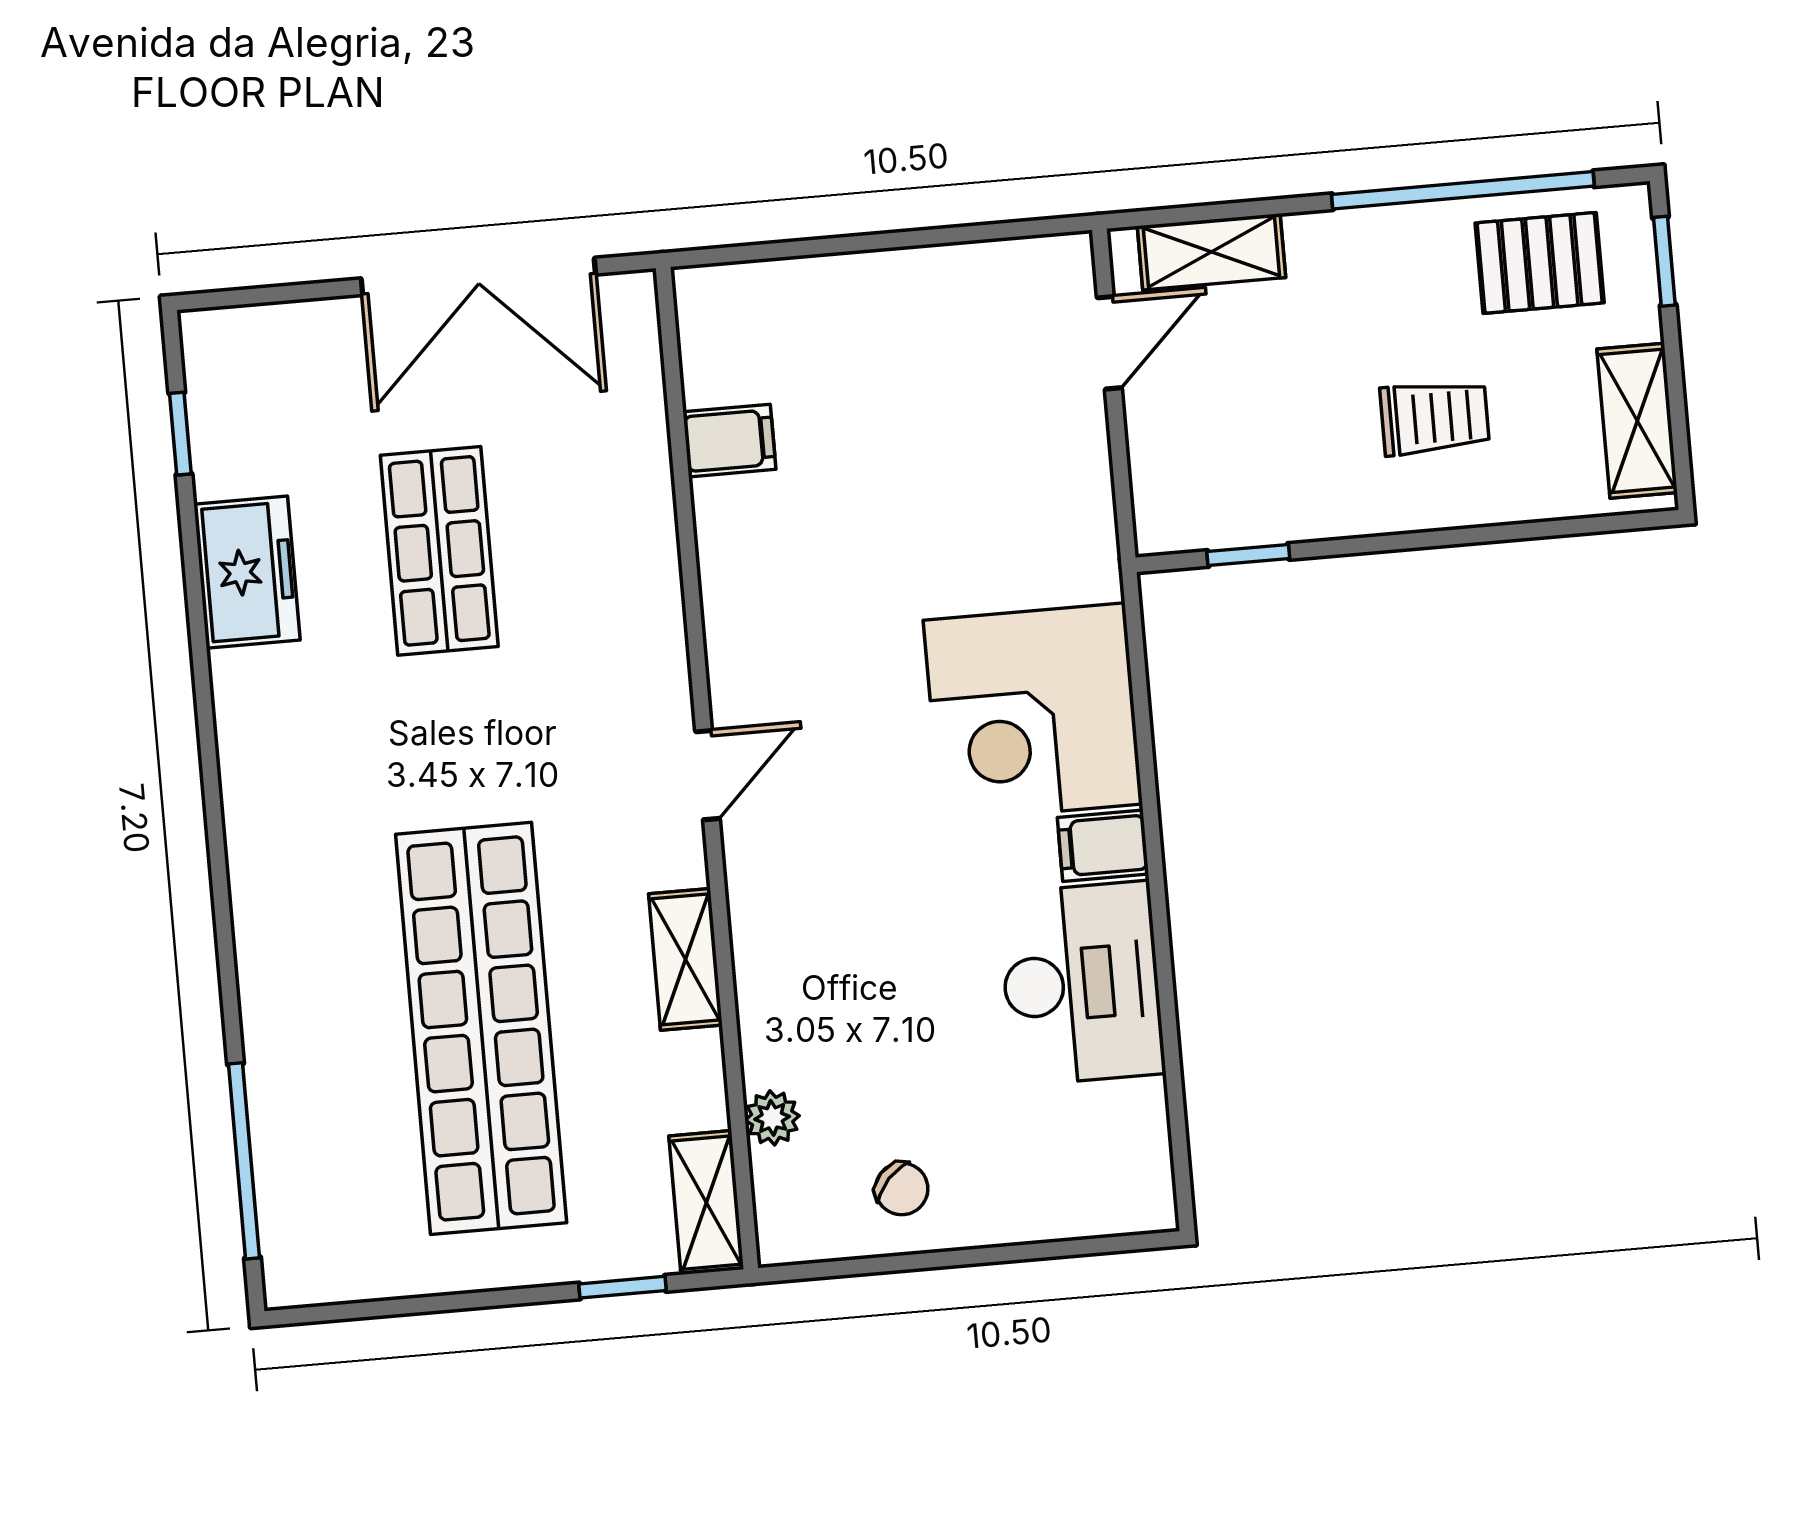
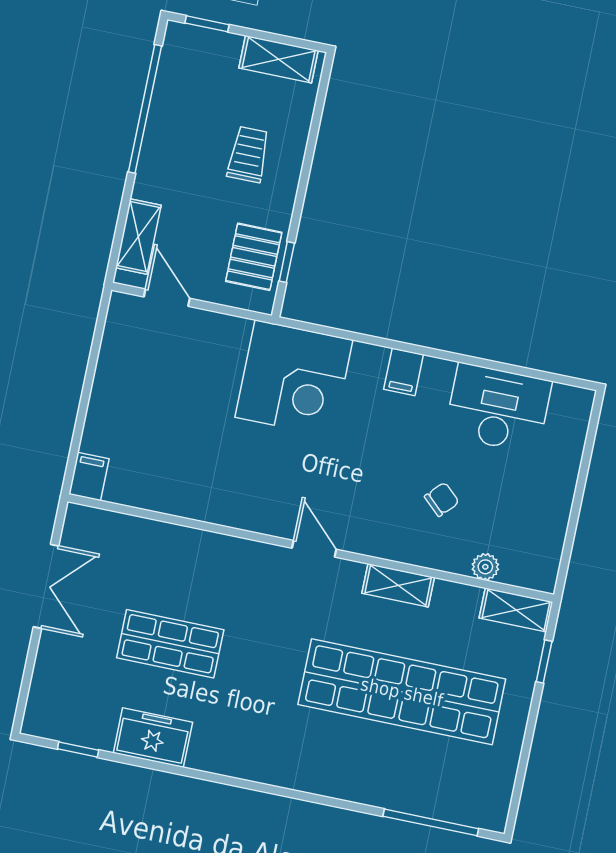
pallet: (1540, 263) -> (254, 257), moved
double door: (478, 276) -> (46, 586), width x0.73
filing cabinet: (729, 441) -> (89, 476), moved
corner desk: (1033, 712) -> (294, 379), moved
desk: (1081, 983) -> (498, 408), moved
chair: (902, 1189) -> (442, 499), moved

